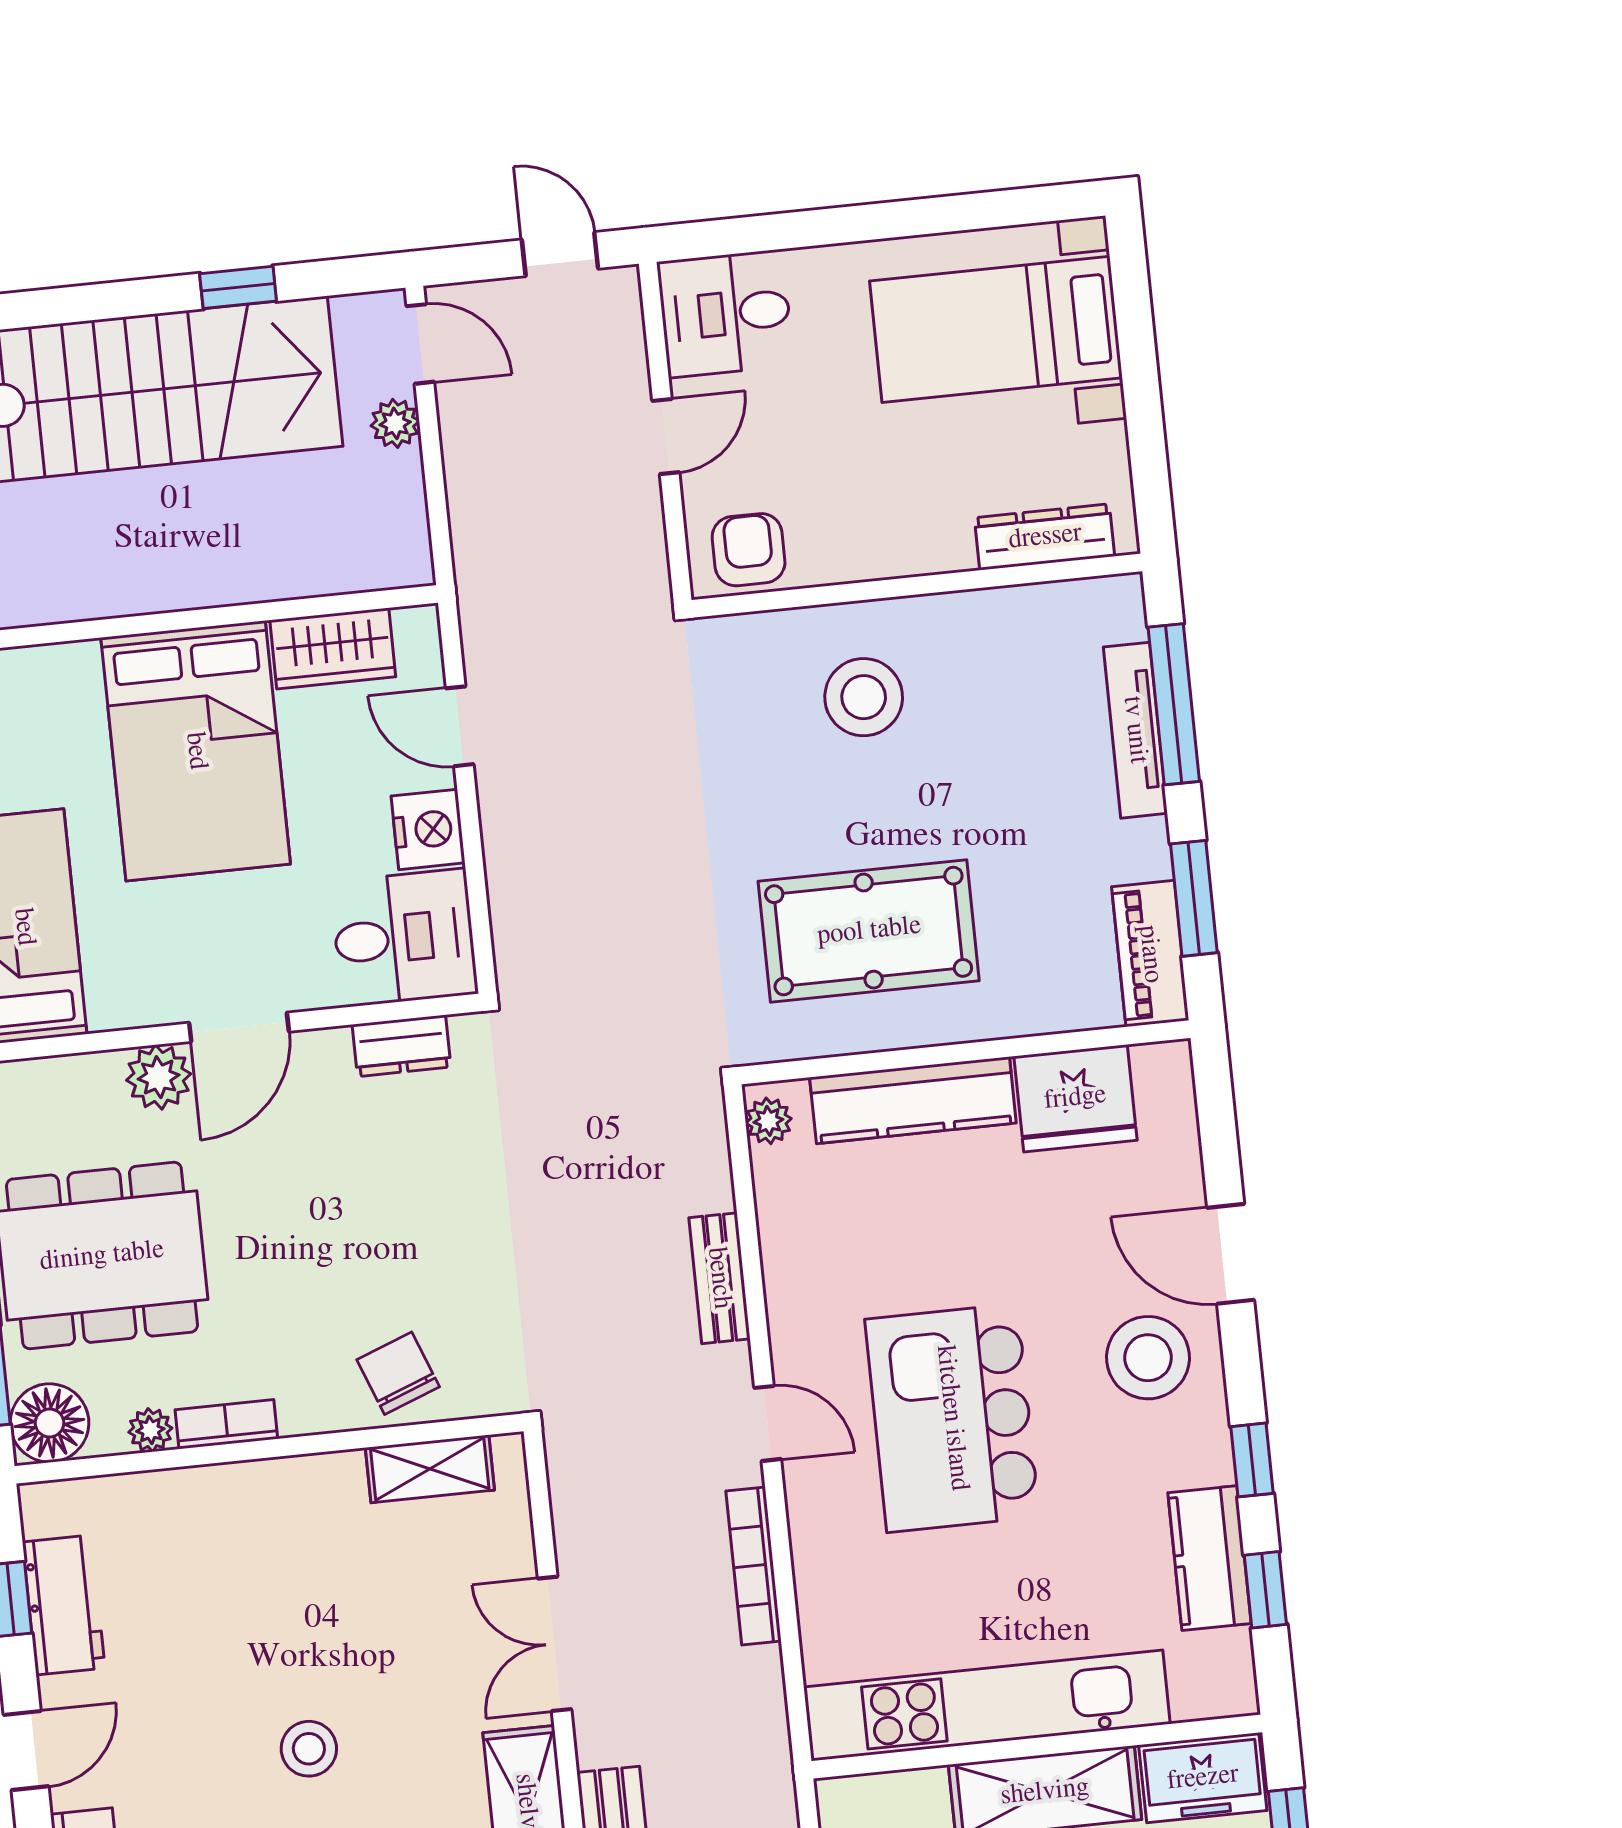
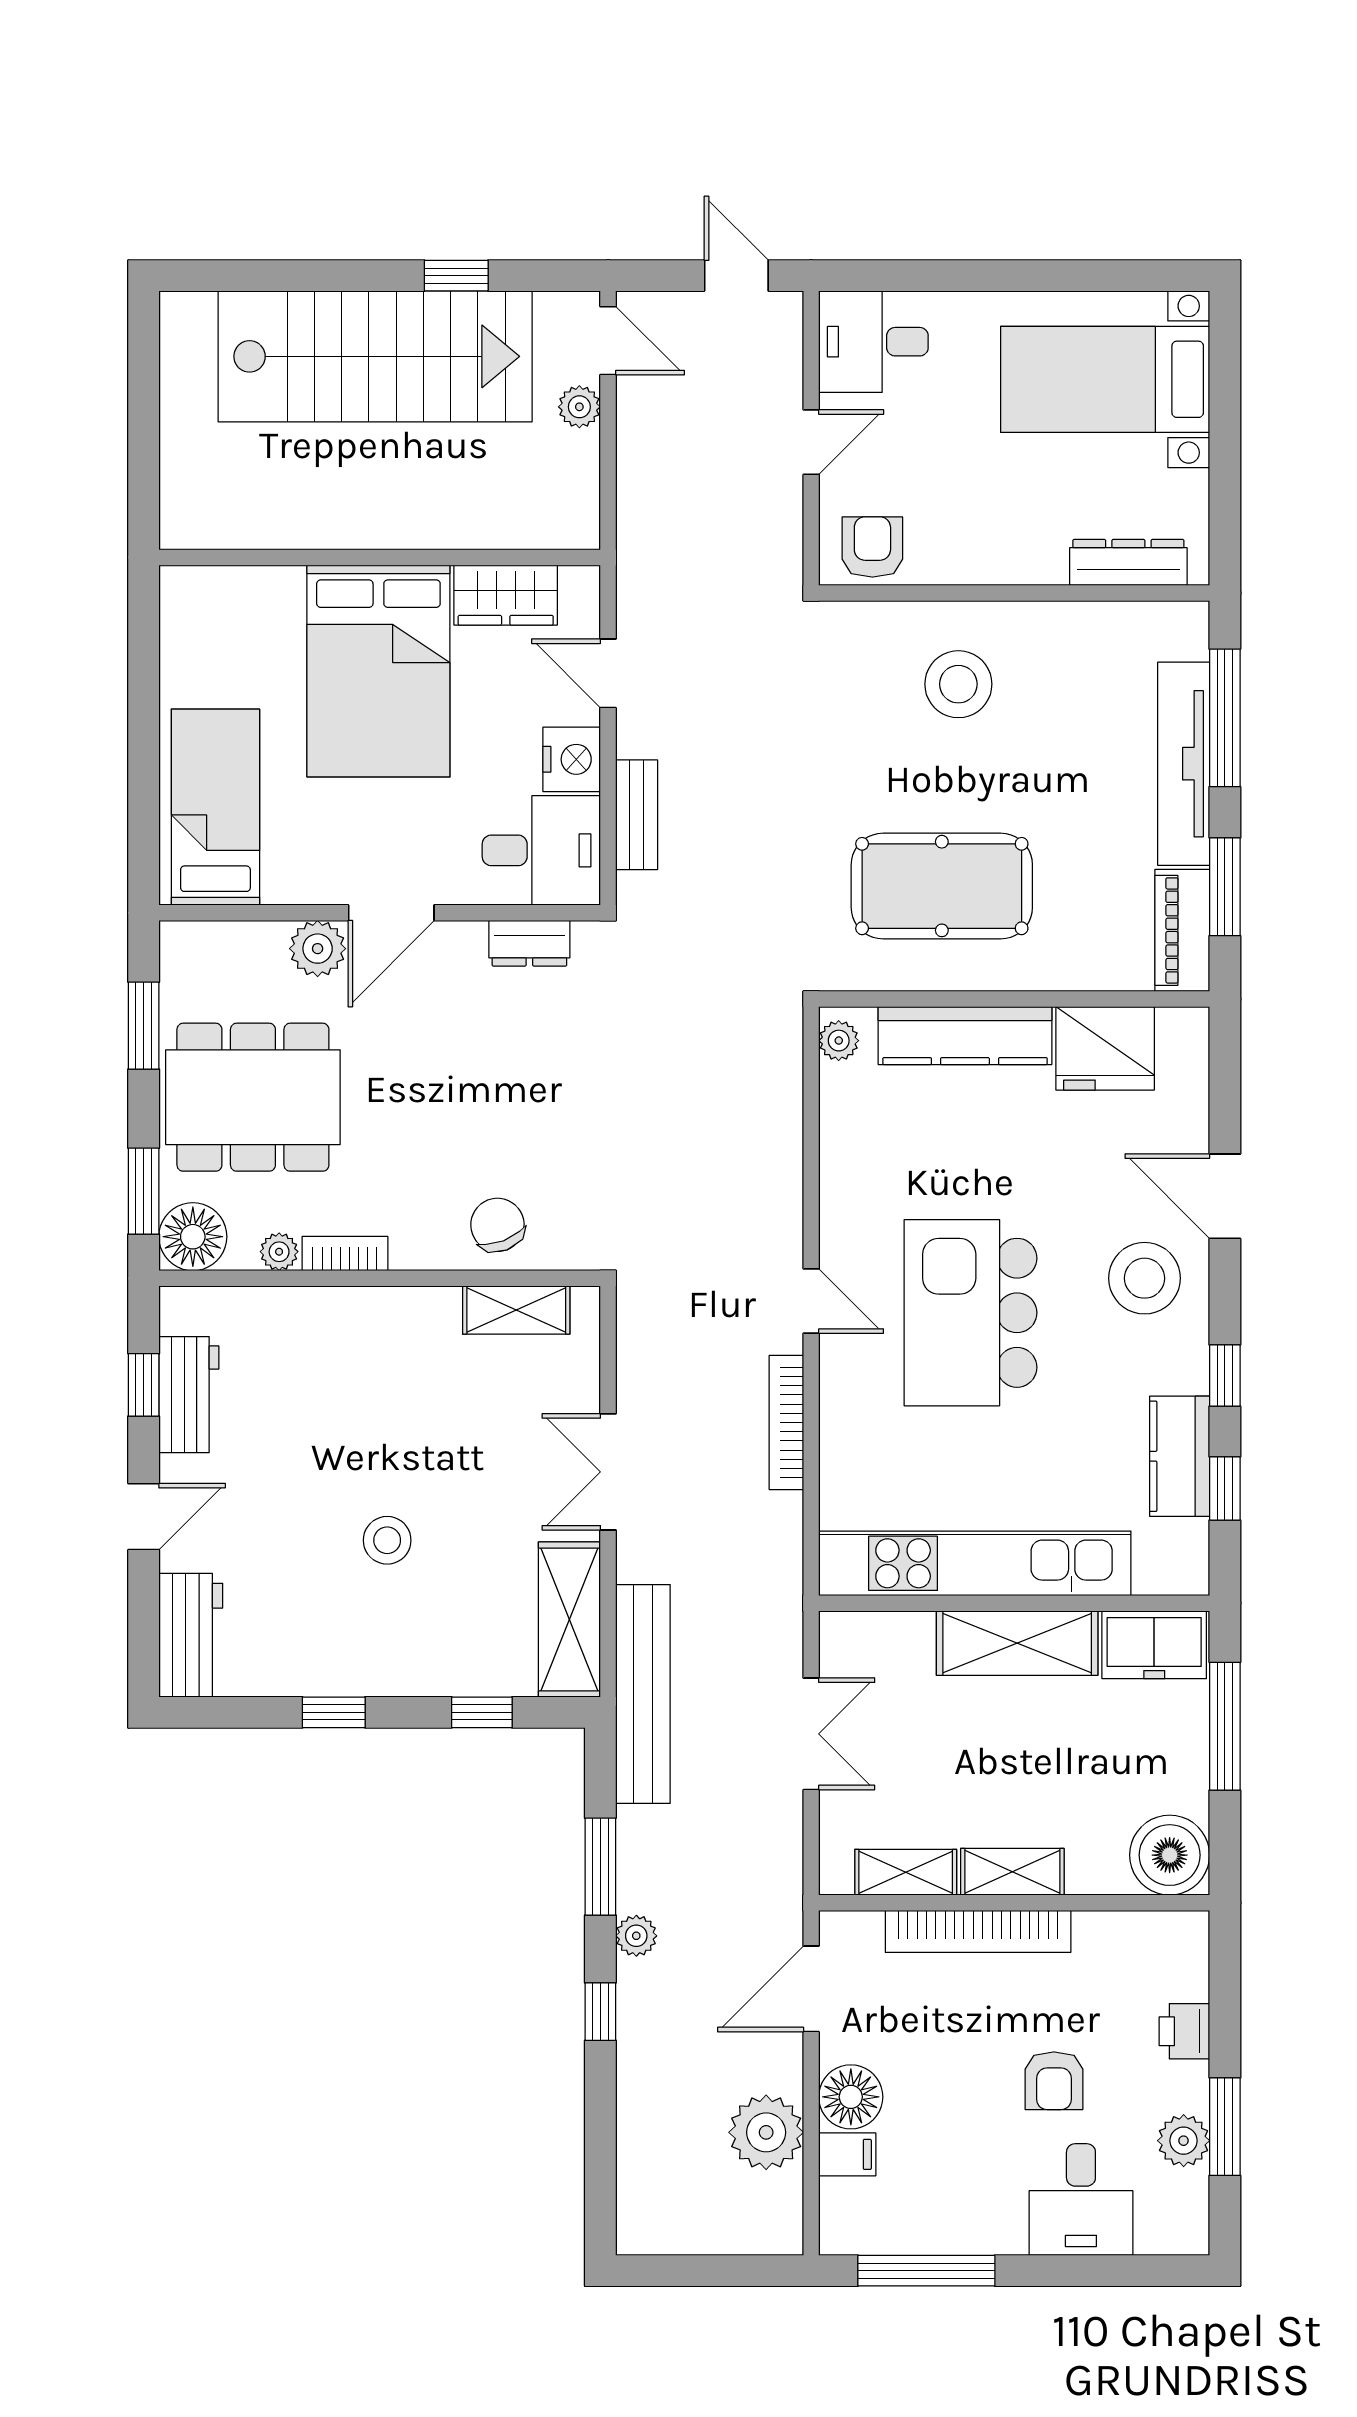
tv unit: (1135, 730) -> (1184, 764), width x1.36, depth x1.29
bench: (719, 1278) -> (637, 815), moved

